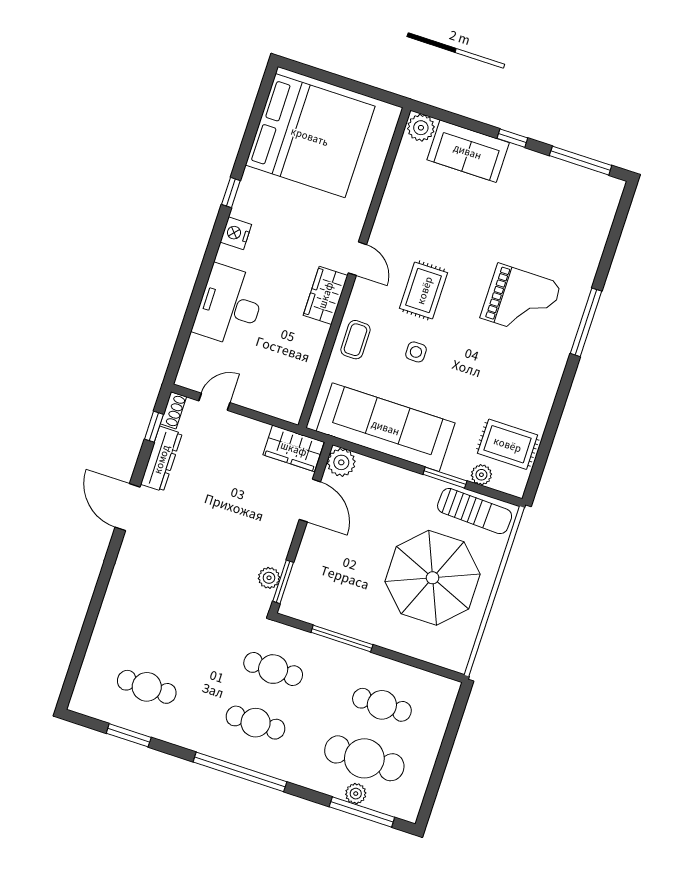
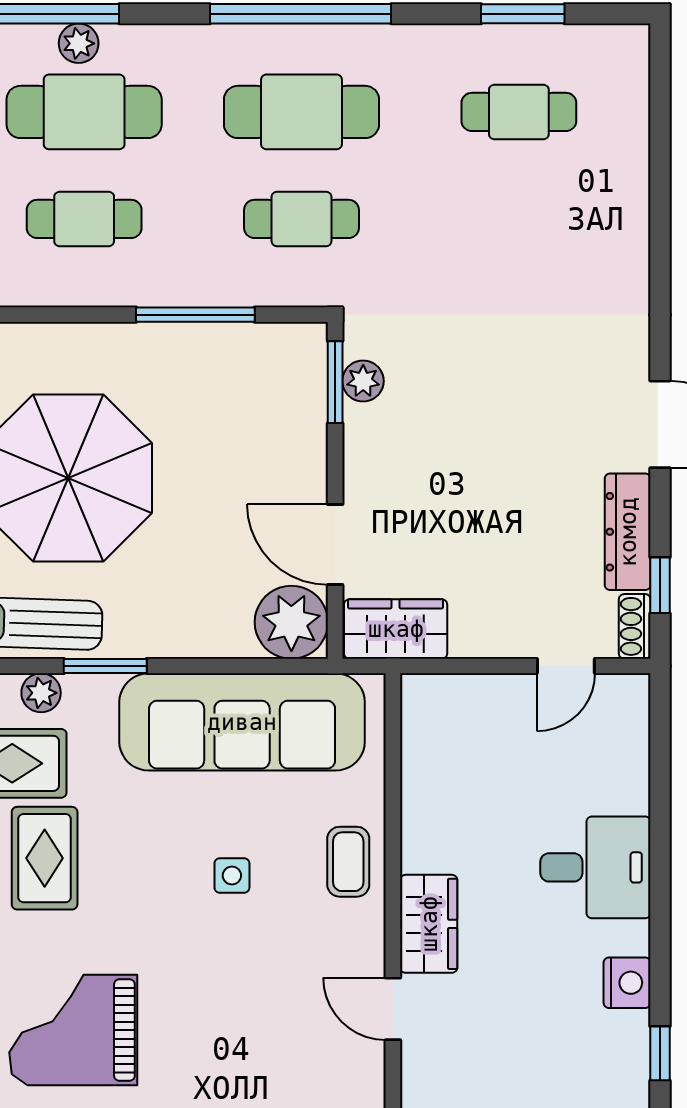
rug: (424, 290) -> (45, 858), moved
desk: (230, 306) -> (595, 867), width x0.73
plant: (341, 462) -> (291, 622), width x1.36, depth x1.36
cafe table: (256, 723) -> (302, 112), width x1.37, depth x1.35

